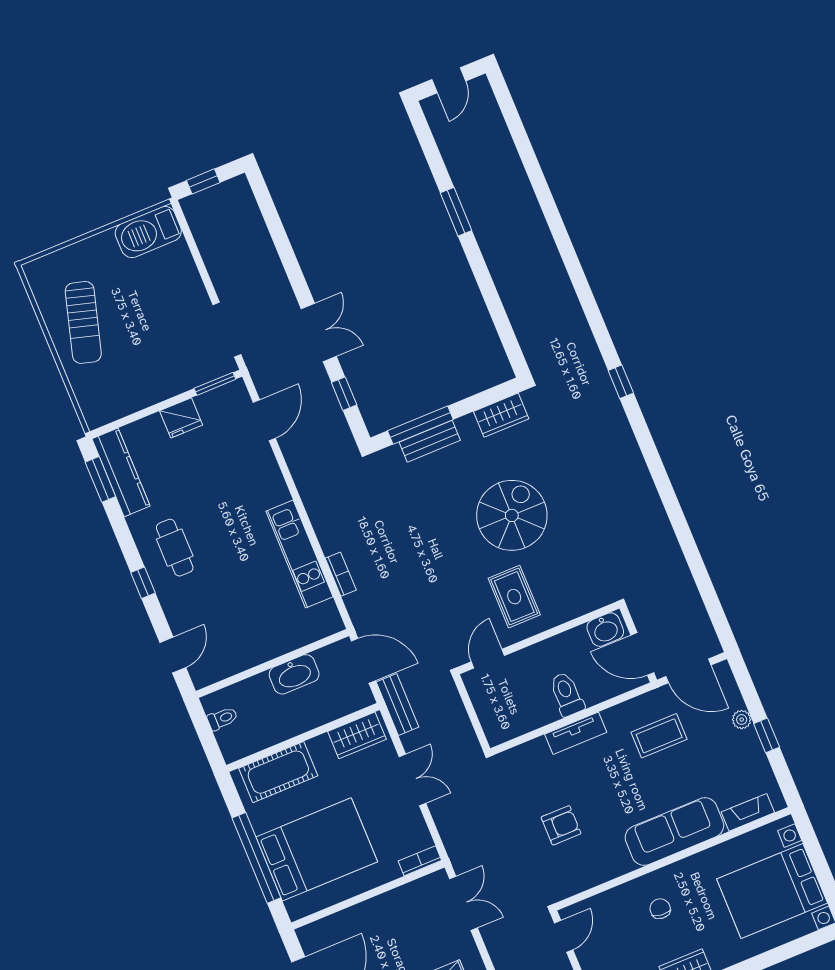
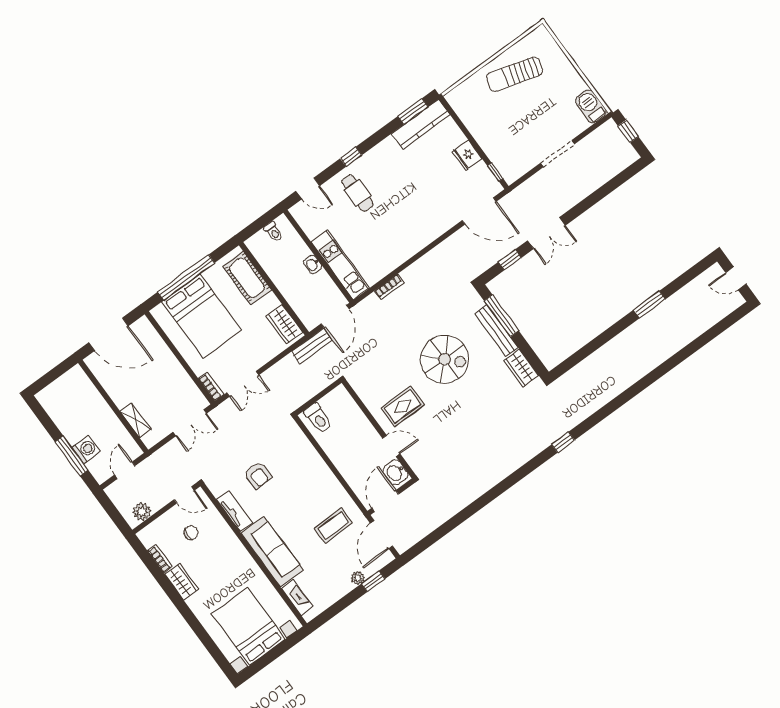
barbecue: (148, 232) -> (591, 106), width x0.73, depth x0.83
doorway: (227, 330) -> (558, 154), moved
window: (215, 384) -> (495, 172), width x0.67
door: (264, 420) -> (479, 211), width x1.36
bench: (430, 441) -> (496, 330), width x1.36
spiral stairs: (512, 515) -> (445, 359), moved
cafe table: (175, 548) -> (357, 193), moved, turned 90
kitchen unit: (299, 554) -> (340, 265), moved, turned 90
door: (488, 659) -> (391, 446), moved
washbasin: (294, 674) -> (313, 264), width x0.52, depth x0.69
toilet: (567, 694) -> (318, 418), moved, turned 90
tv unit: (576, 733) -> (235, 511), moved, turned 180
window: (767, 735) -> (373, 581), moved
coffee table: (659, 736) -> (333, 526), turned 90
double door: (413, 780) -> (243, 384), moved
chair: (660, 909) -> (191, 533), moved

